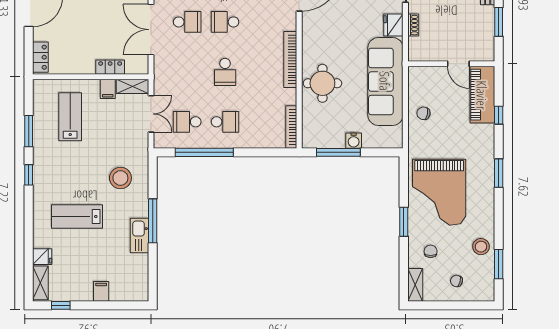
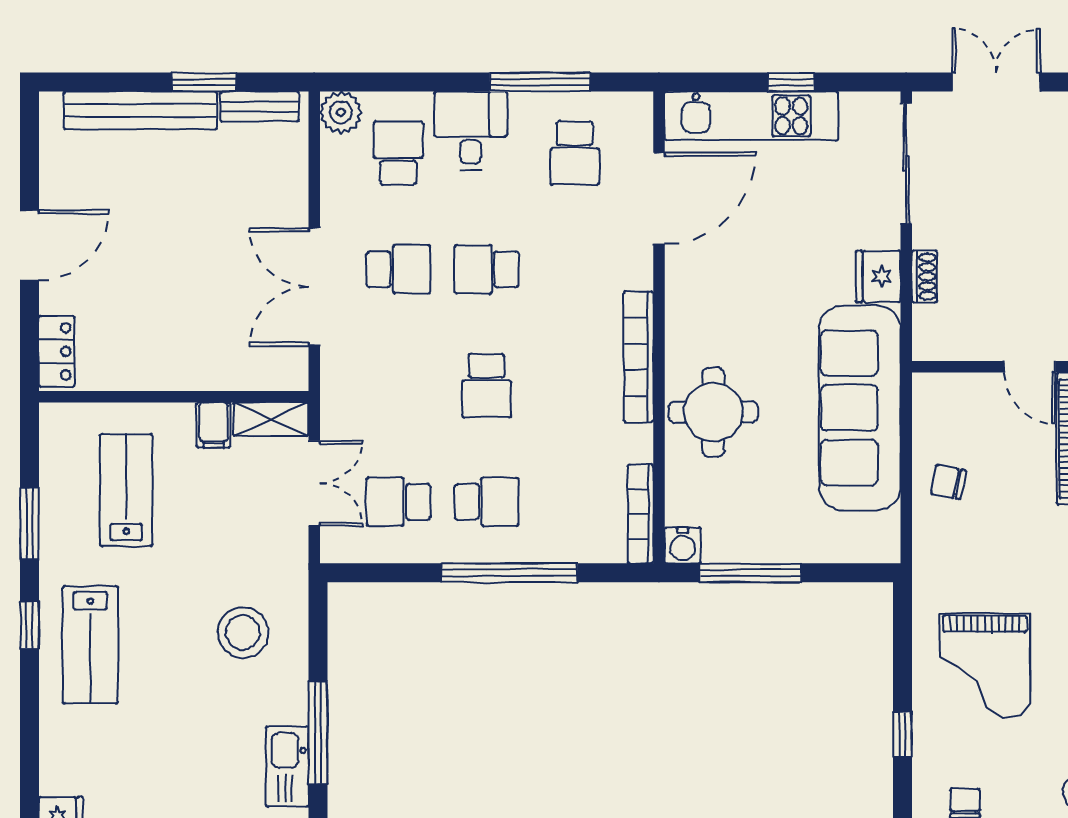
locker: (110, 67) -> (219, 374), removed
water cooler: (354, 141) -> (683, 545), moved
window: (204, 152) -> (509, 573), moved
grand piano: (439, 192) -> (985, 665), width x0.73, depth x0.68
lab bench: (77, 216) -> (90, 645), moved, turned -90
window: (404, 222) -> (902, 734), width x0.67

